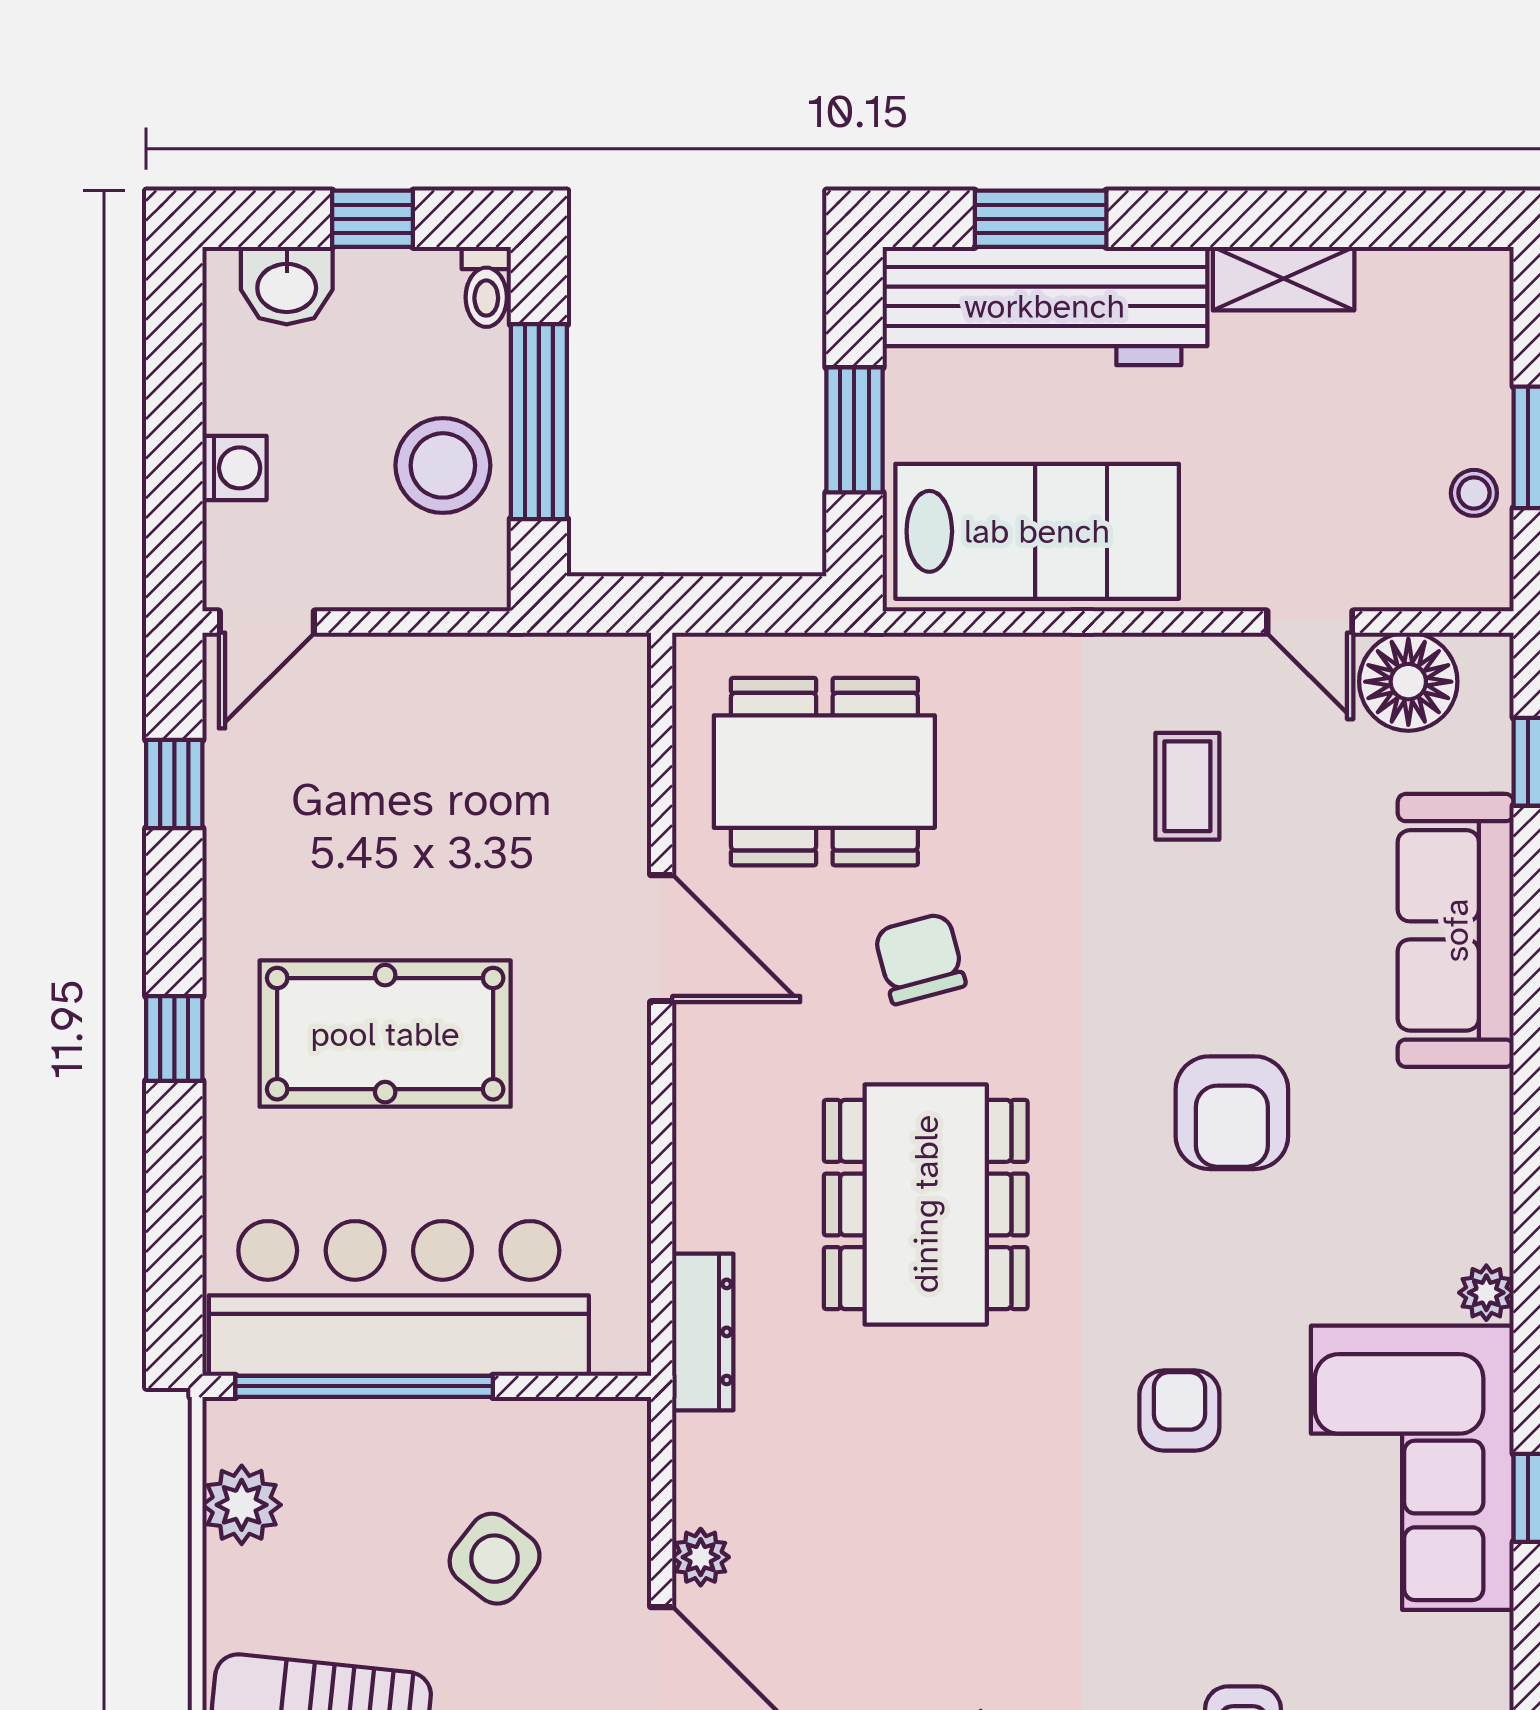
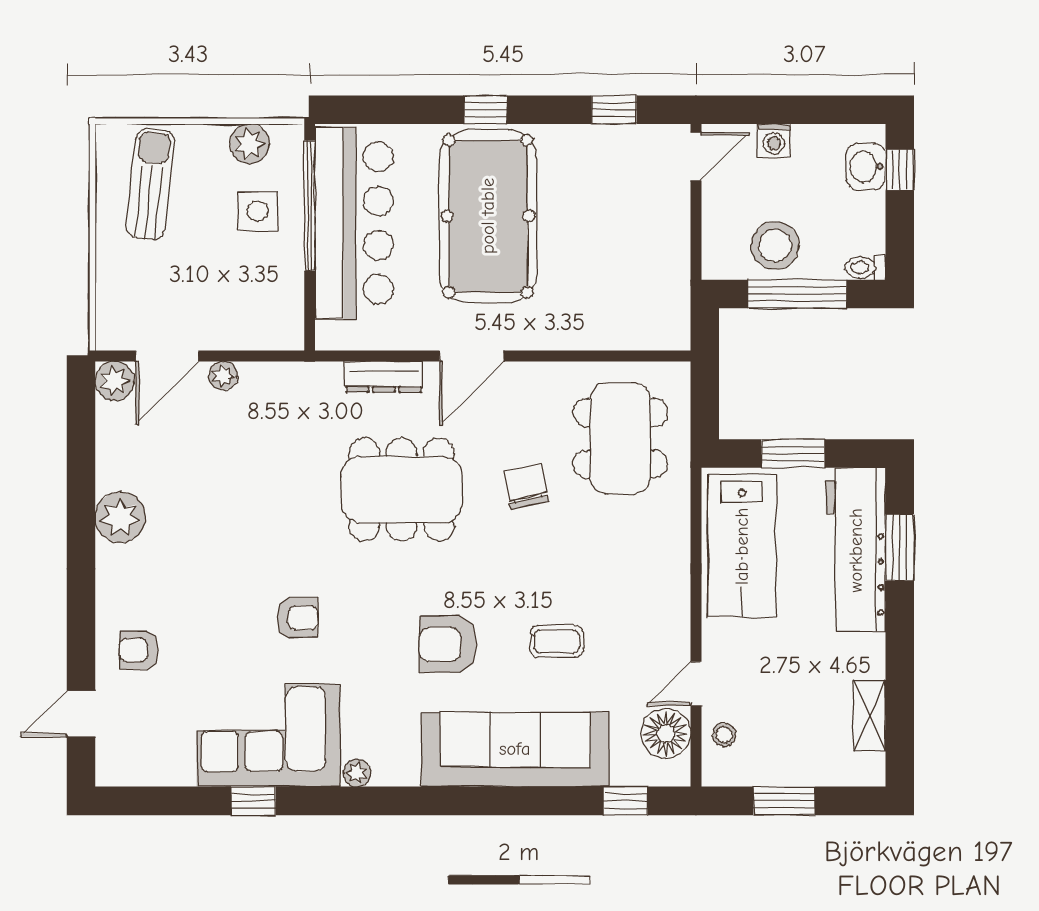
window: (373, 219) -> (900, 170), moved
shelving: (1284, 279) -> (870, 715), moved
stool: (1474, 493) -> (724, 735), moved
door: (267, 622) -> (696, 156), swing flipped
coffee table: (1187, 786) -> (557, 642), moved
sofa: (1456, 930) -> (515, 749), width x1.36, depth x1.27
door: (662, 938) -> (472, 356), moved
chair: (920, 959) -> (526, 487), turned -87
pool table: (385, 1034) -> (488, 216), width x1.36, depth x1.32
dresser: (703, 1332) -> (384, 377), moved
side table: (495, 1559) -> (258, 211), moved, turned -38

